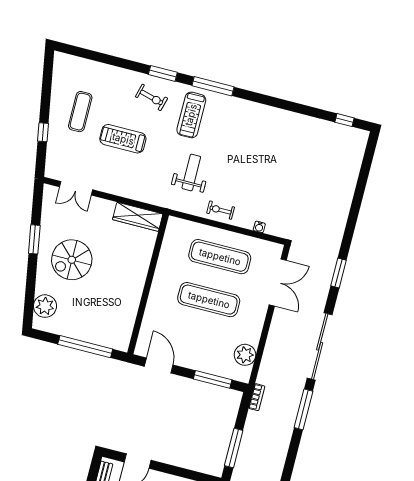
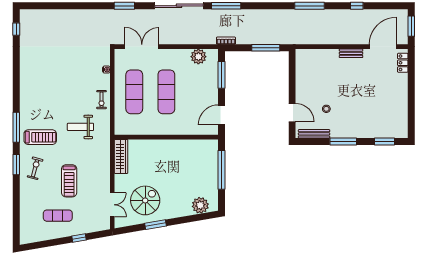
spiral stairs: (72, 260) -> (145, 200), moved, turned -90

